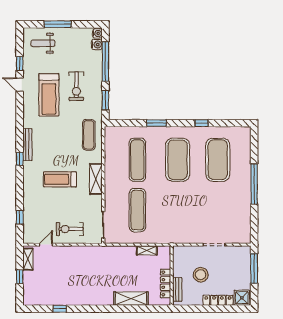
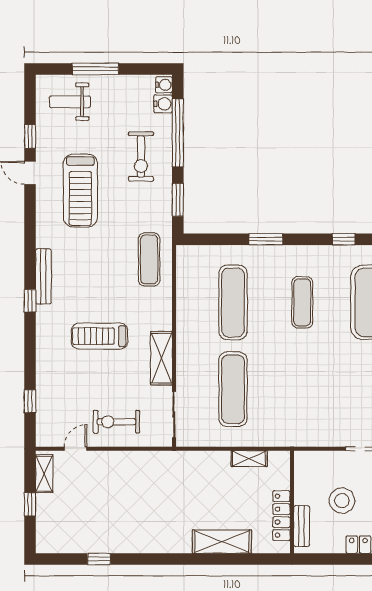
exercise bike: (76, 86) -> (141, 157), moved
exercise mat: (178, 160) -> (302, 302), width x0.50, depth x0.69
shelving: (96, 179) -> (161, 358), moved

